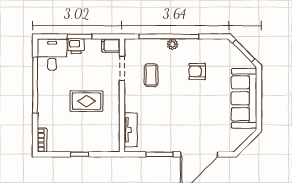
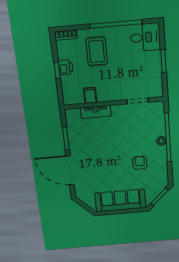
filing cabinet: (111, 45) -> (90, 95), moved
printer: (76, 46) -> (66, 67), moved, turned 180
coffee table: (151, 75) -> (133, 126), removed
rug: (86, 101) -> (97, 51), moved
tv unit: (131, 130) -> (96, 112), moved

